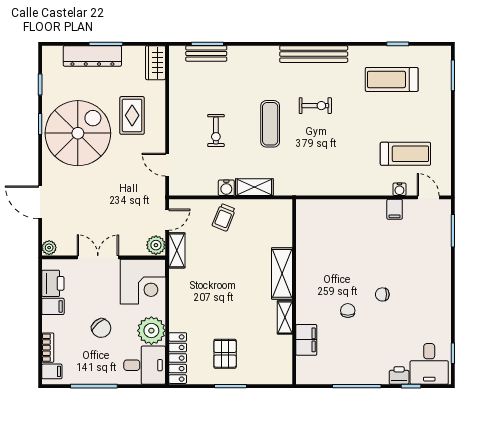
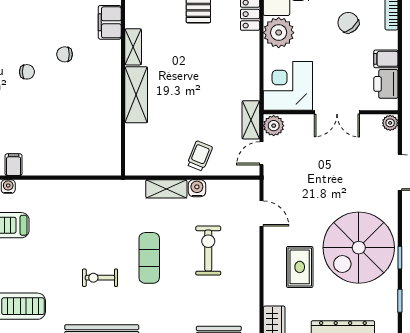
exercise bike: (216, 131) -> (208, 251), width x1.38, depth x1.39
chair: (348, 311) -> (65, 54), turned 90
chair: (101, 328) -> (348, 23), moved

